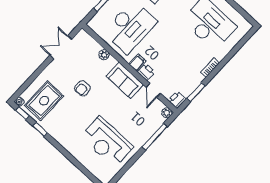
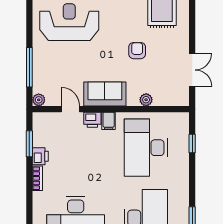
printer: (177, 100) -> (40, 156), moved

